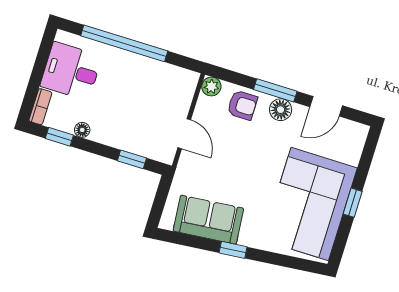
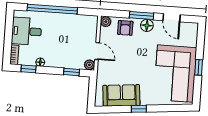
armchair: (242, 105) -> (125, 28), turned 90
door: (326, 106) -> (172, 18), hinge flipped
plant: (166, 154) -> (89, 65), added

